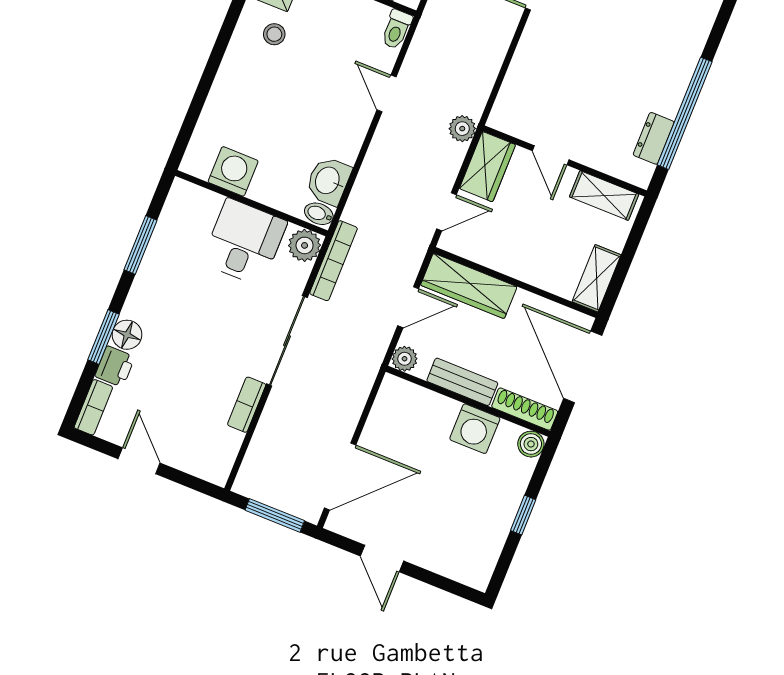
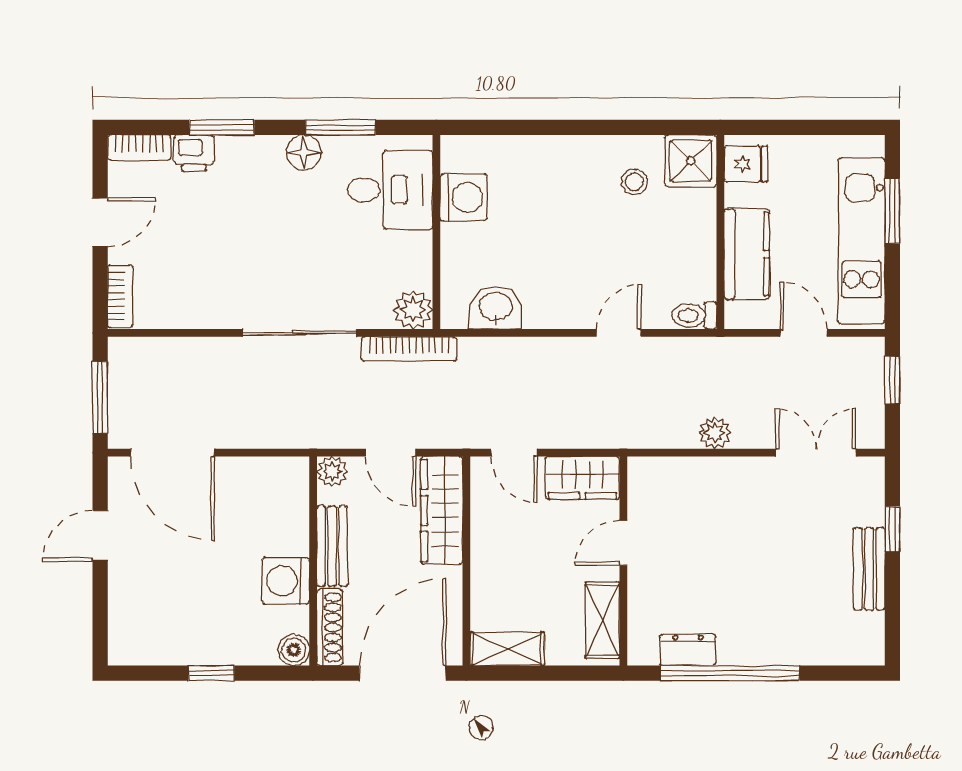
plant: (462, 129) -> (715, 433), moved
bidet: (319, 214) -> (455, 312), removed
desk: (244, 242) -> (390, 190), moved
floor lamp: (127, 335) -> (304, 153), moved
bookcase: (247, 405) -> (120, 296), moved, turned 90

